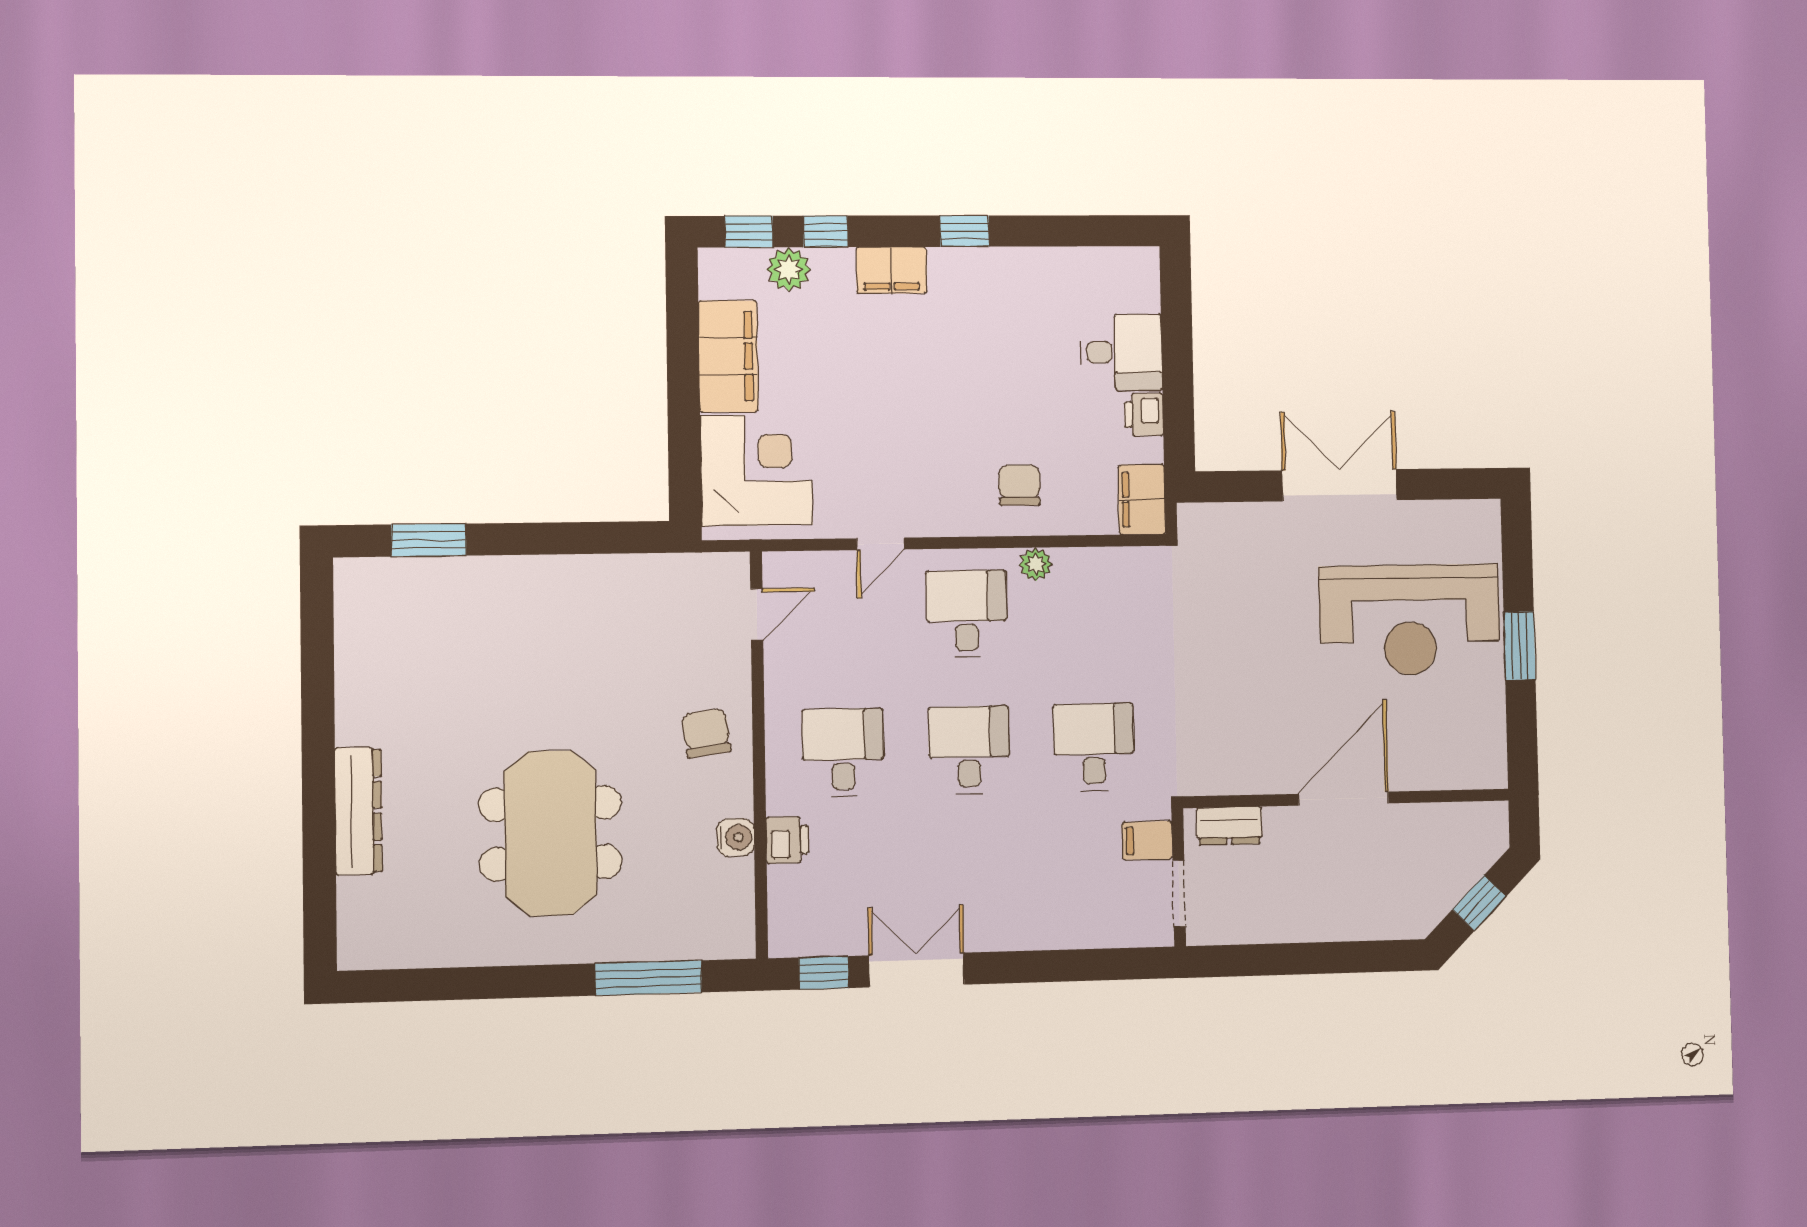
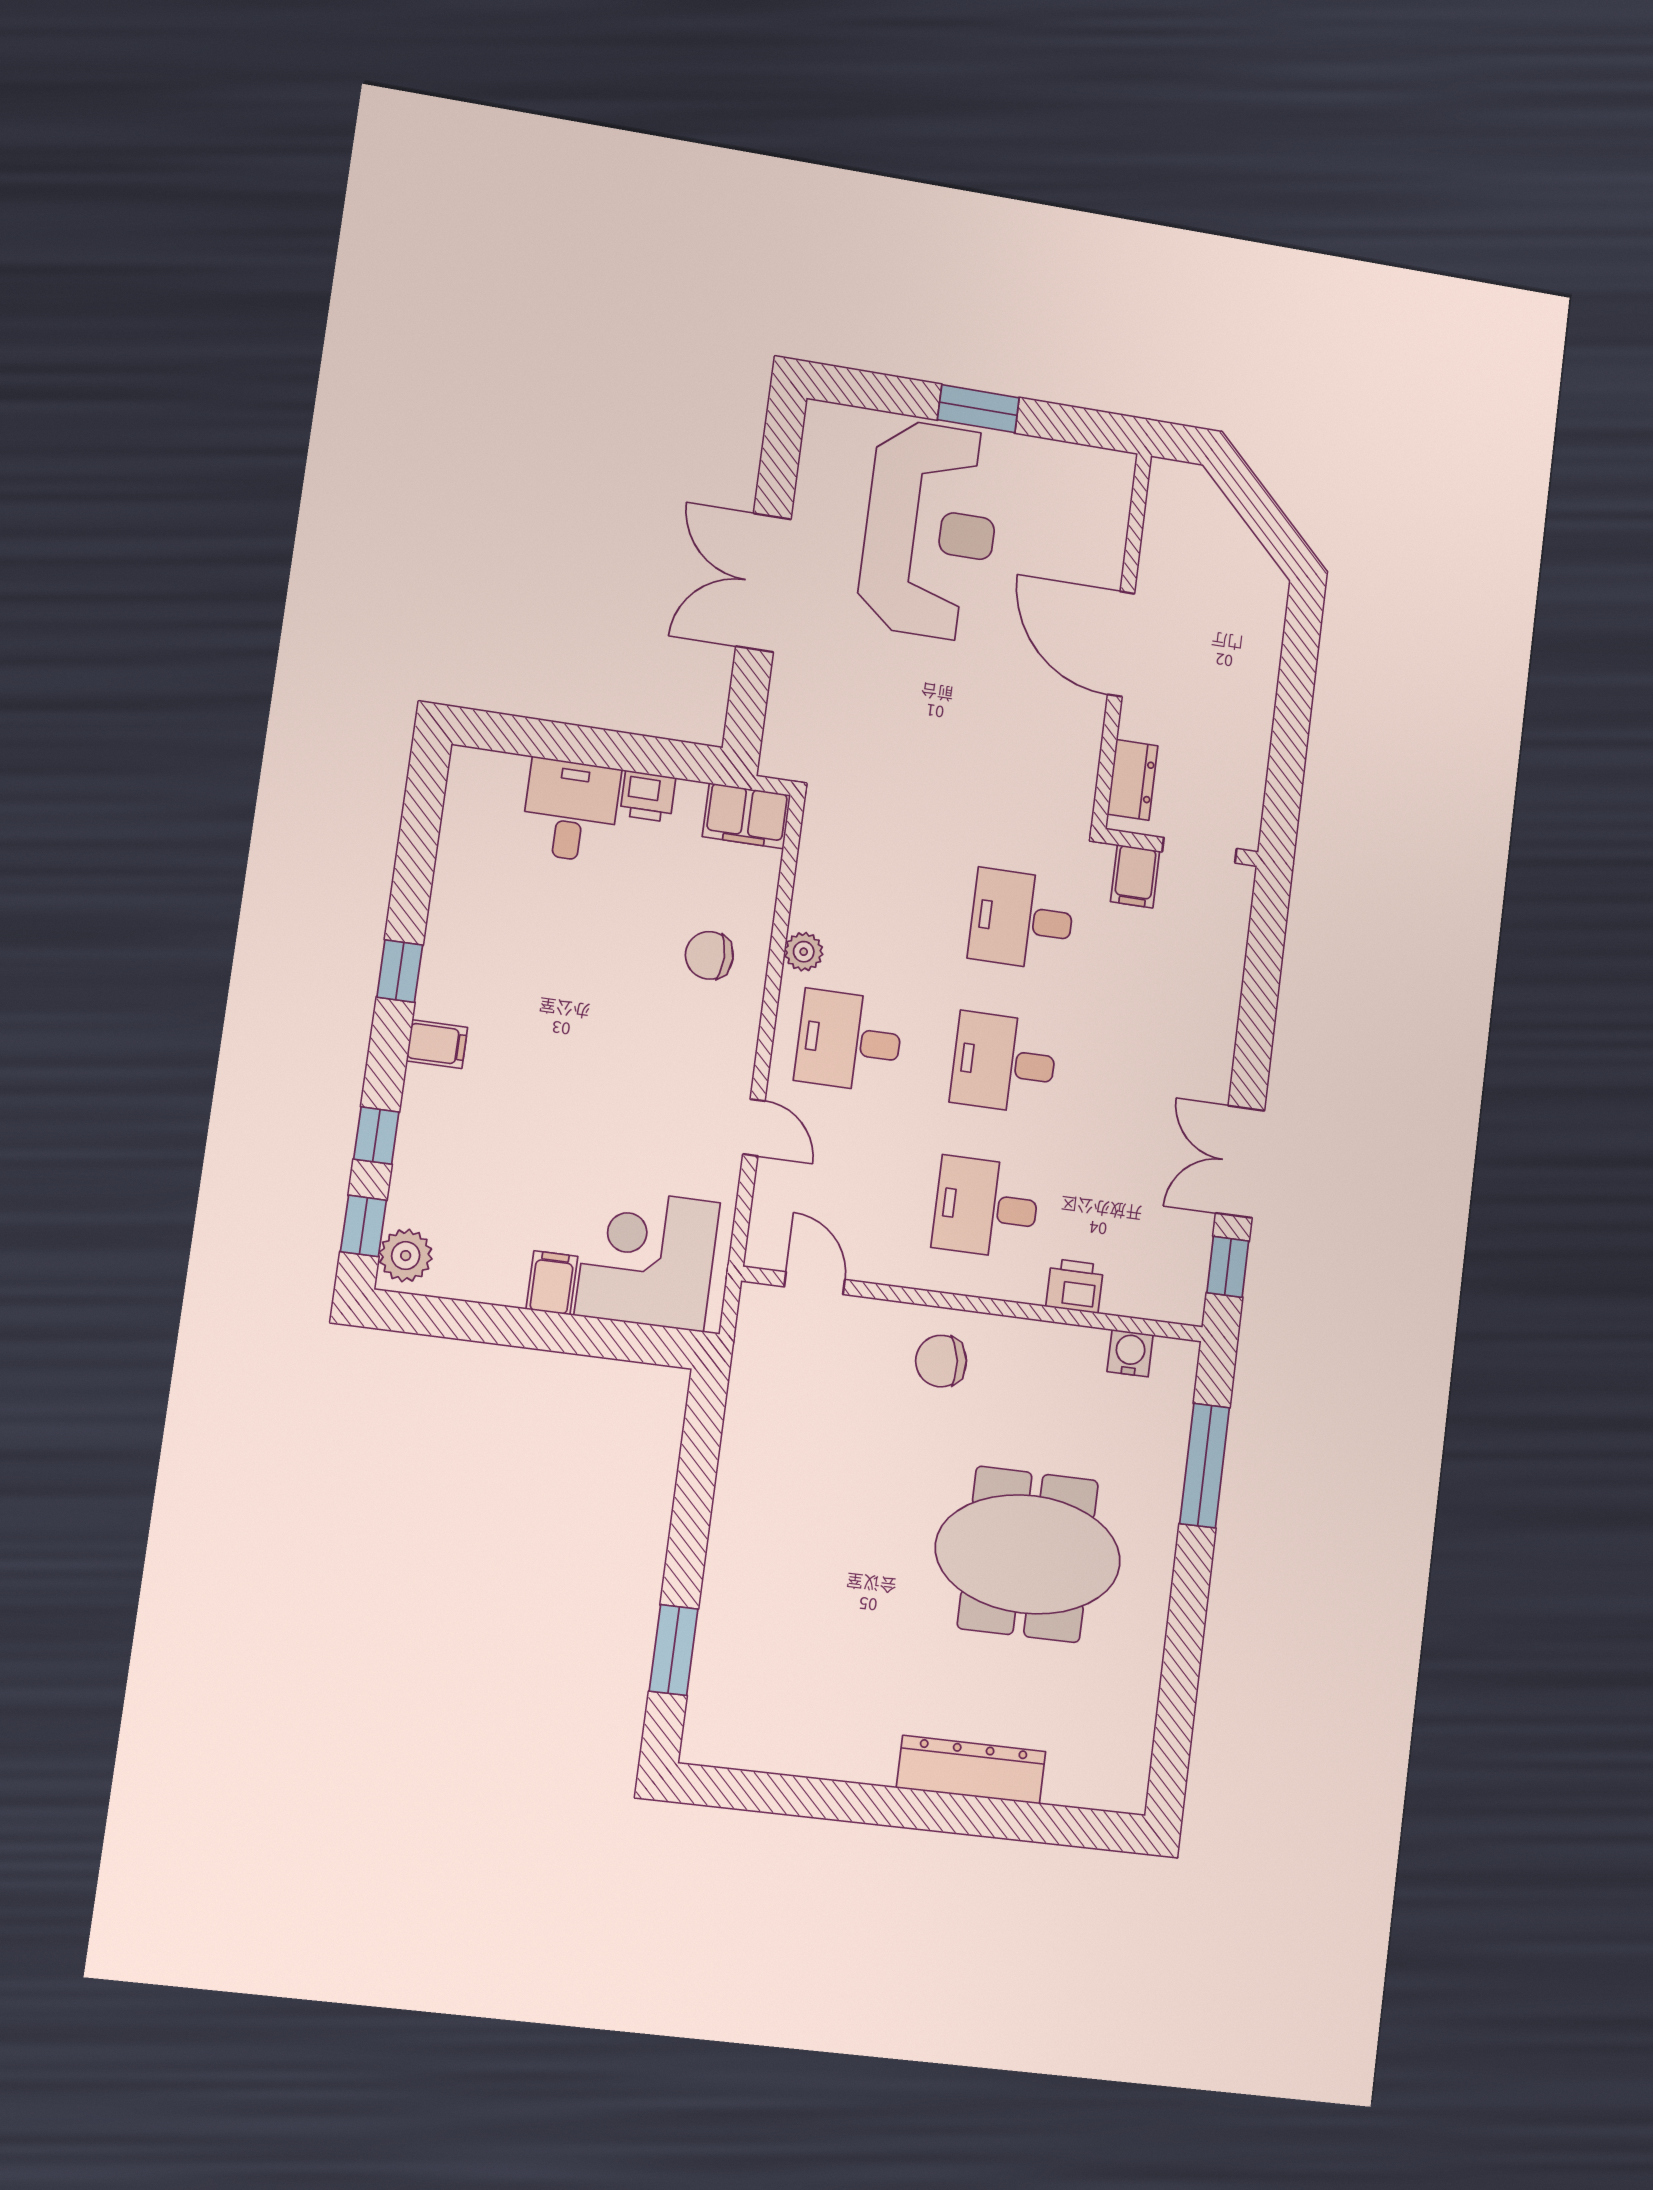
plant: (789, 269) -> (406, 1256), moved
filing cabinet: (891, 270) -> (437, 1044), width x0.50
filing cabinet: (728, 356) -> (552, 1283), width x0.33, depth x0.86
water cooler: (736, 837) -> (1130, 1353), moved
window: (1479, 903) -> (1260, 511), removed

